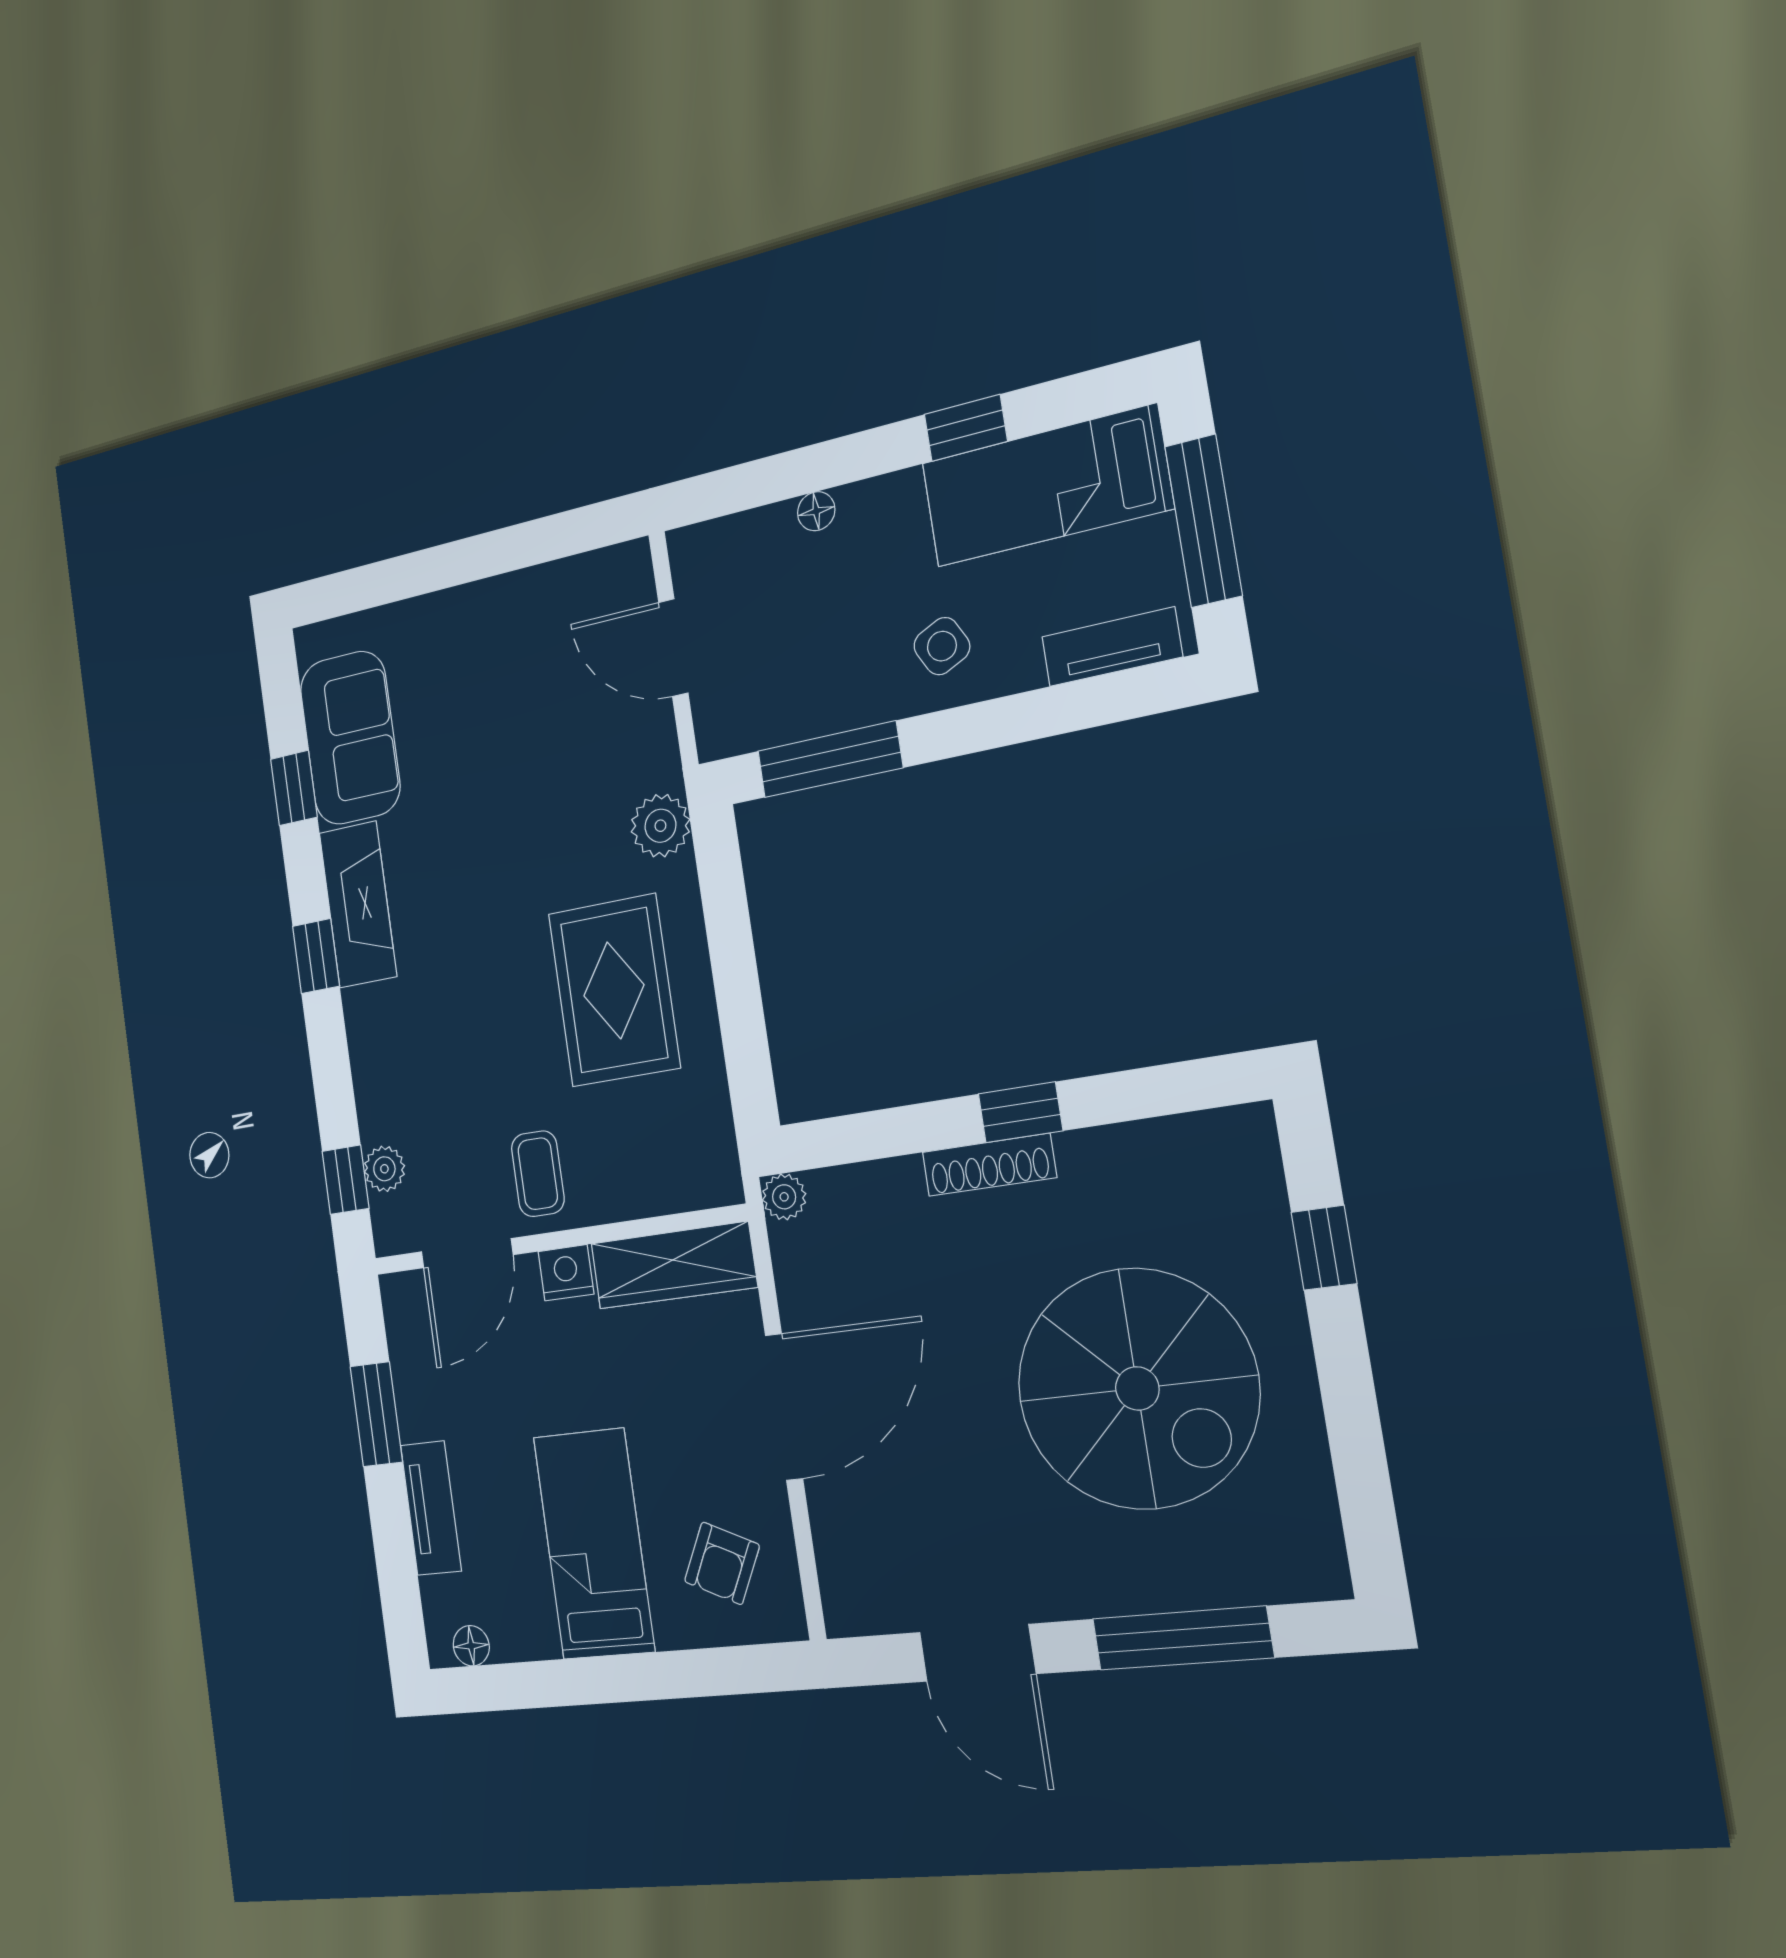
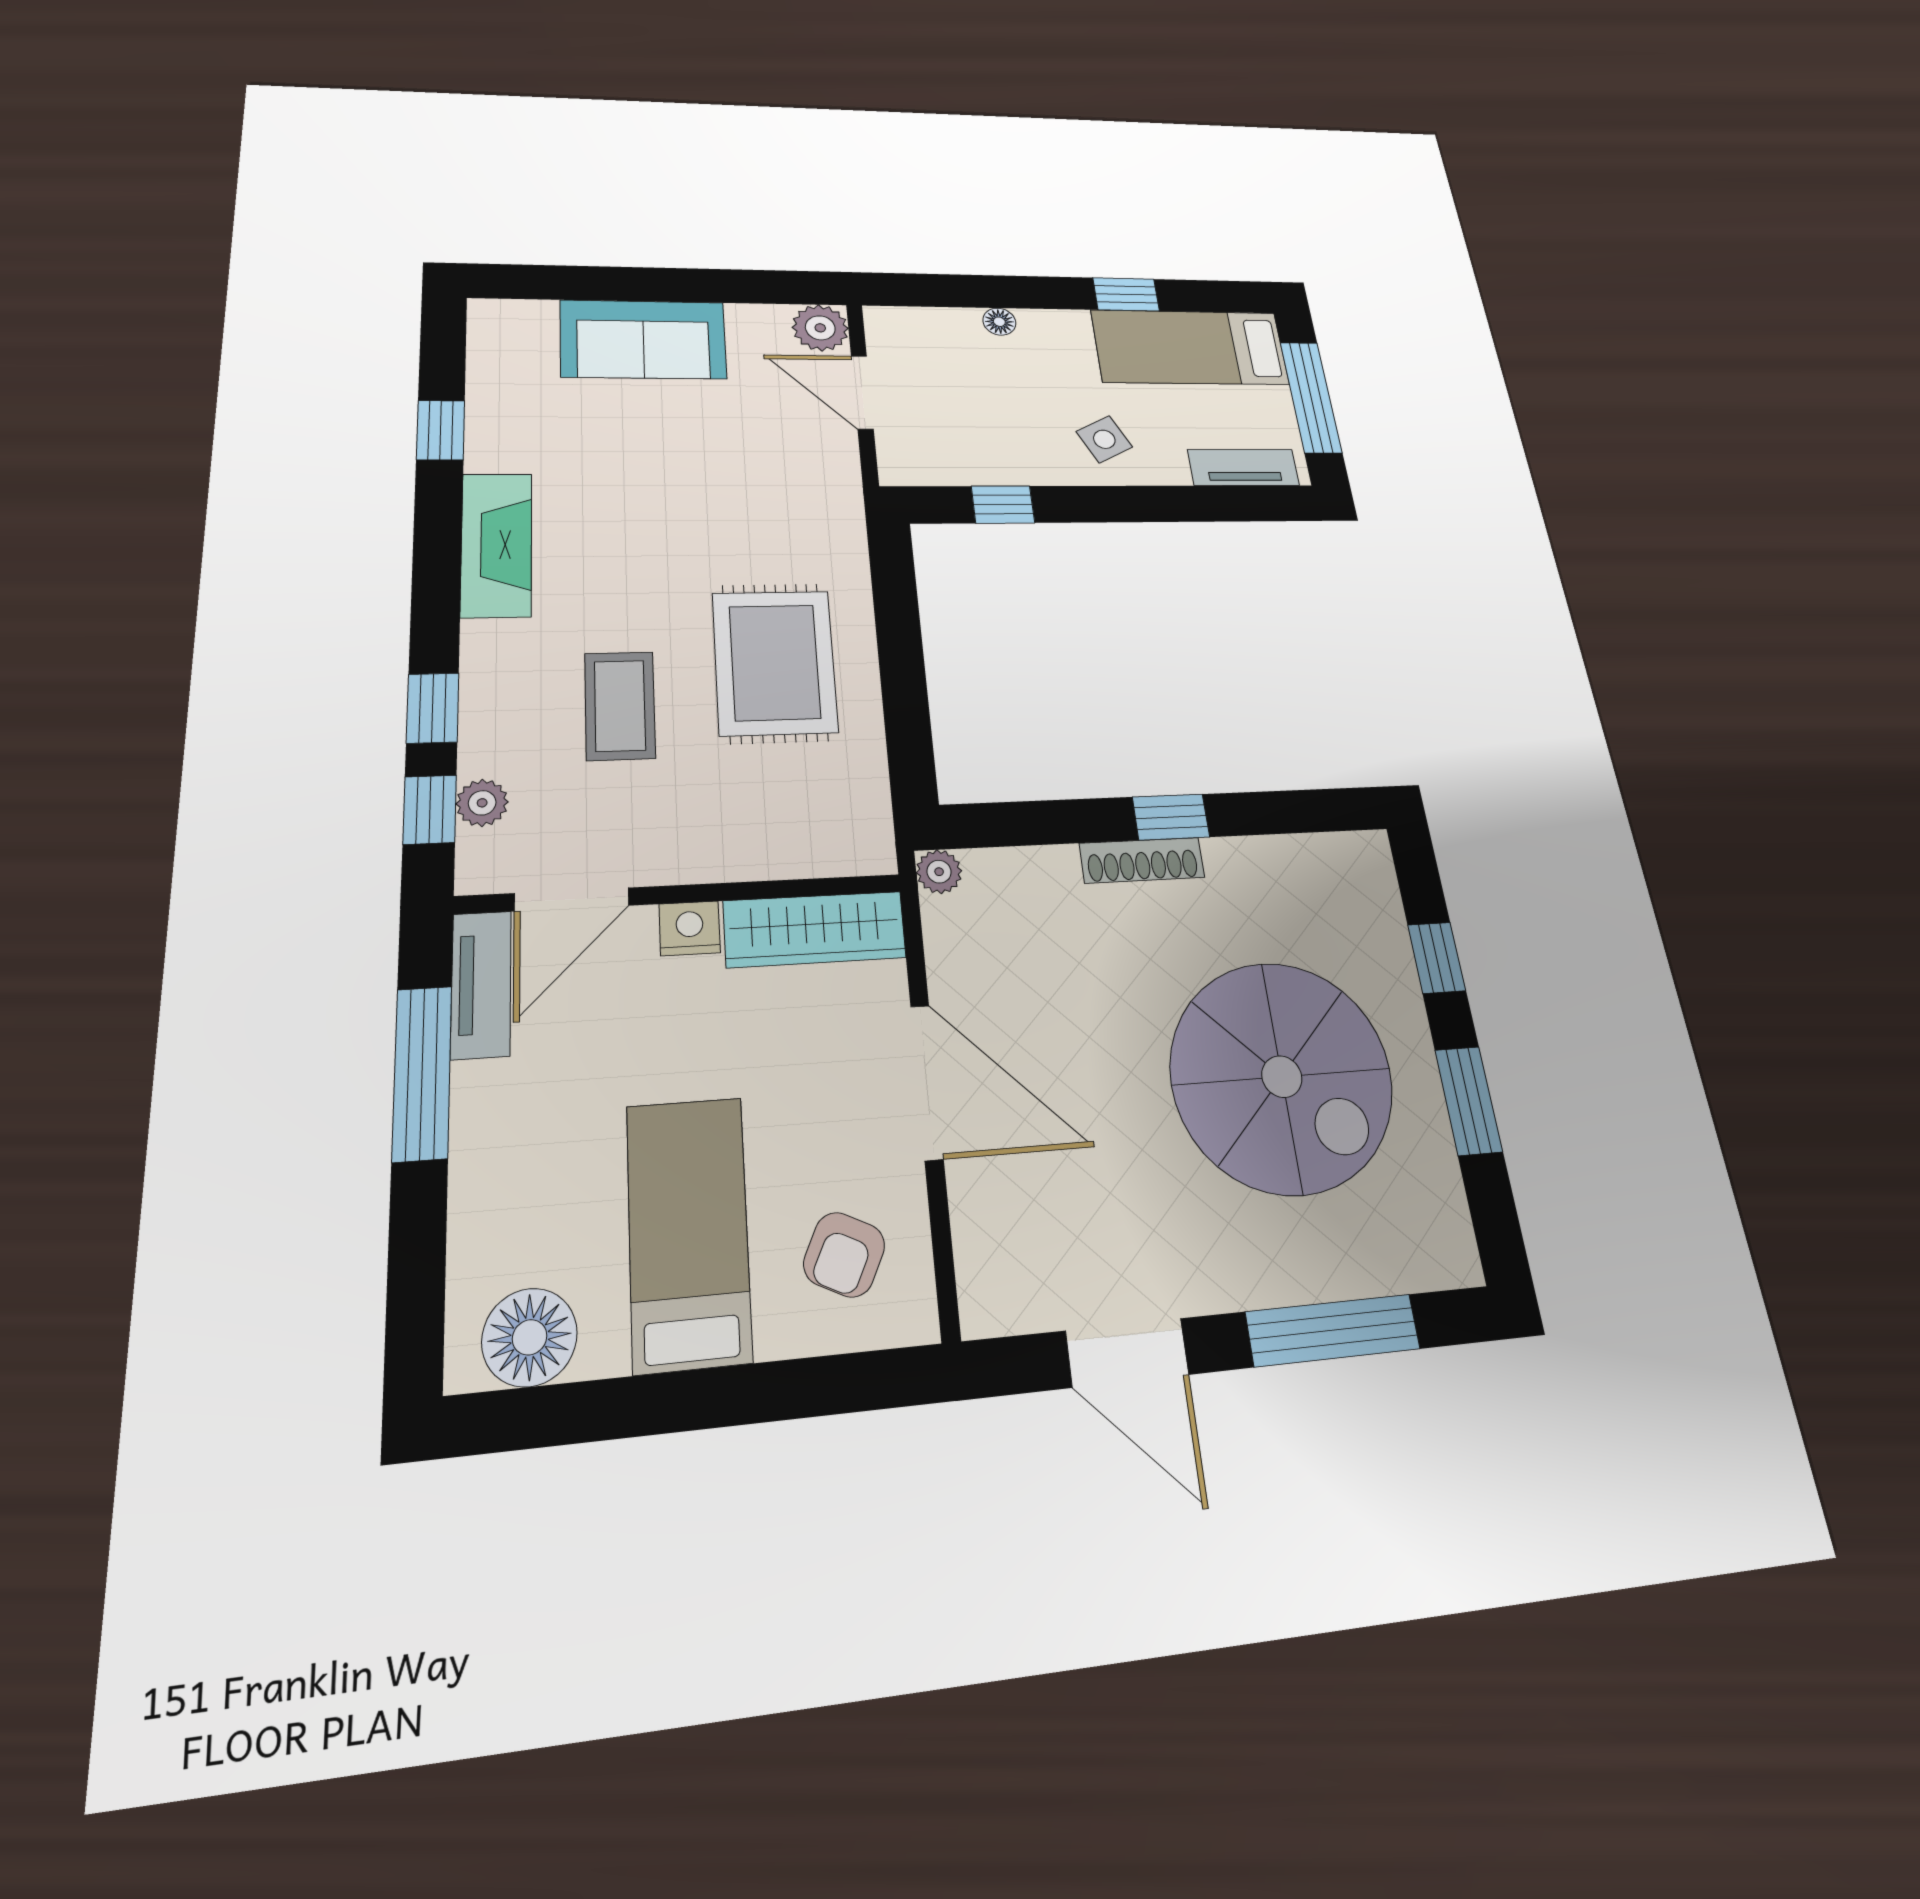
sofa: (350, 738) -> (643, 339), moved, turned 90
window: (830, 759) -> (1003, 505), width x0.46
plant: (660, 826) -> (820, 328), moved
window: (316, 956) -> (433, 708), moved
coffee table: (538, 1174) -> (620, 706), moved, width x1.36, depth x1.30
door: (784, 1407) -> (927, 1082), hinge flipped
window: (1350, 1407) -> (1469, 1101), added
window: (376, 1414) -> (422, 1073), width x1.44
tv unit: (431, 1508) -> (481, 984), moved
floor lamp: (471, 1646) -> (530, 1337), width x1.89, depth x1.89

